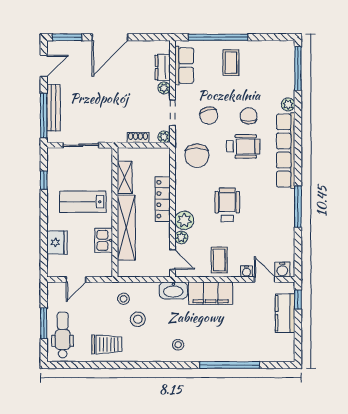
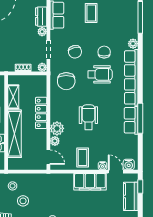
row of seats: (286, 209) -> (131, 120), added
washbasin: (173, 290) -> (49, 180), removed
filing cabinet: (211, 293) -> (90, 182), moved

